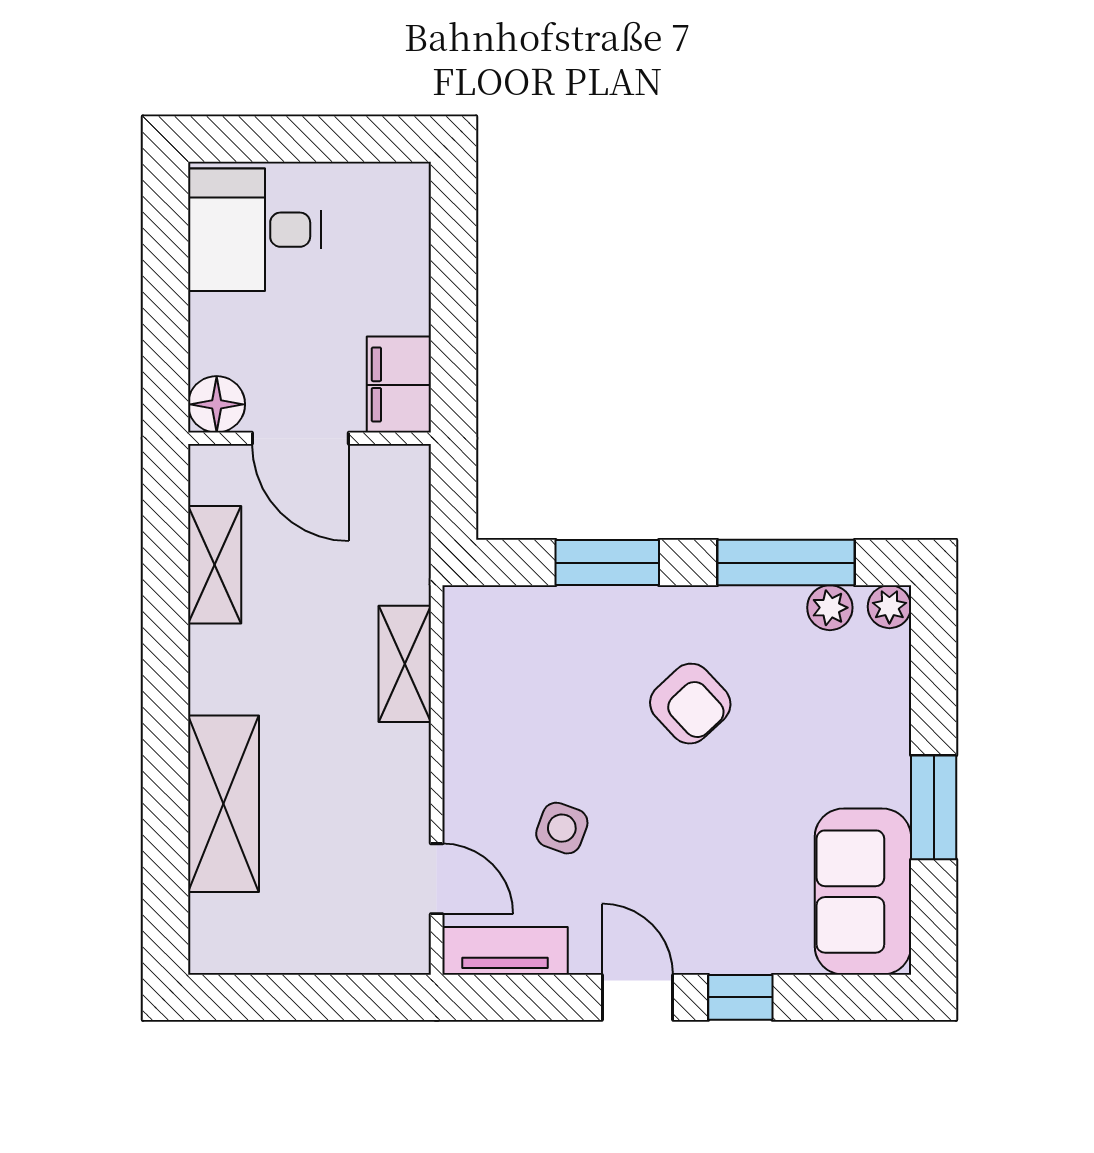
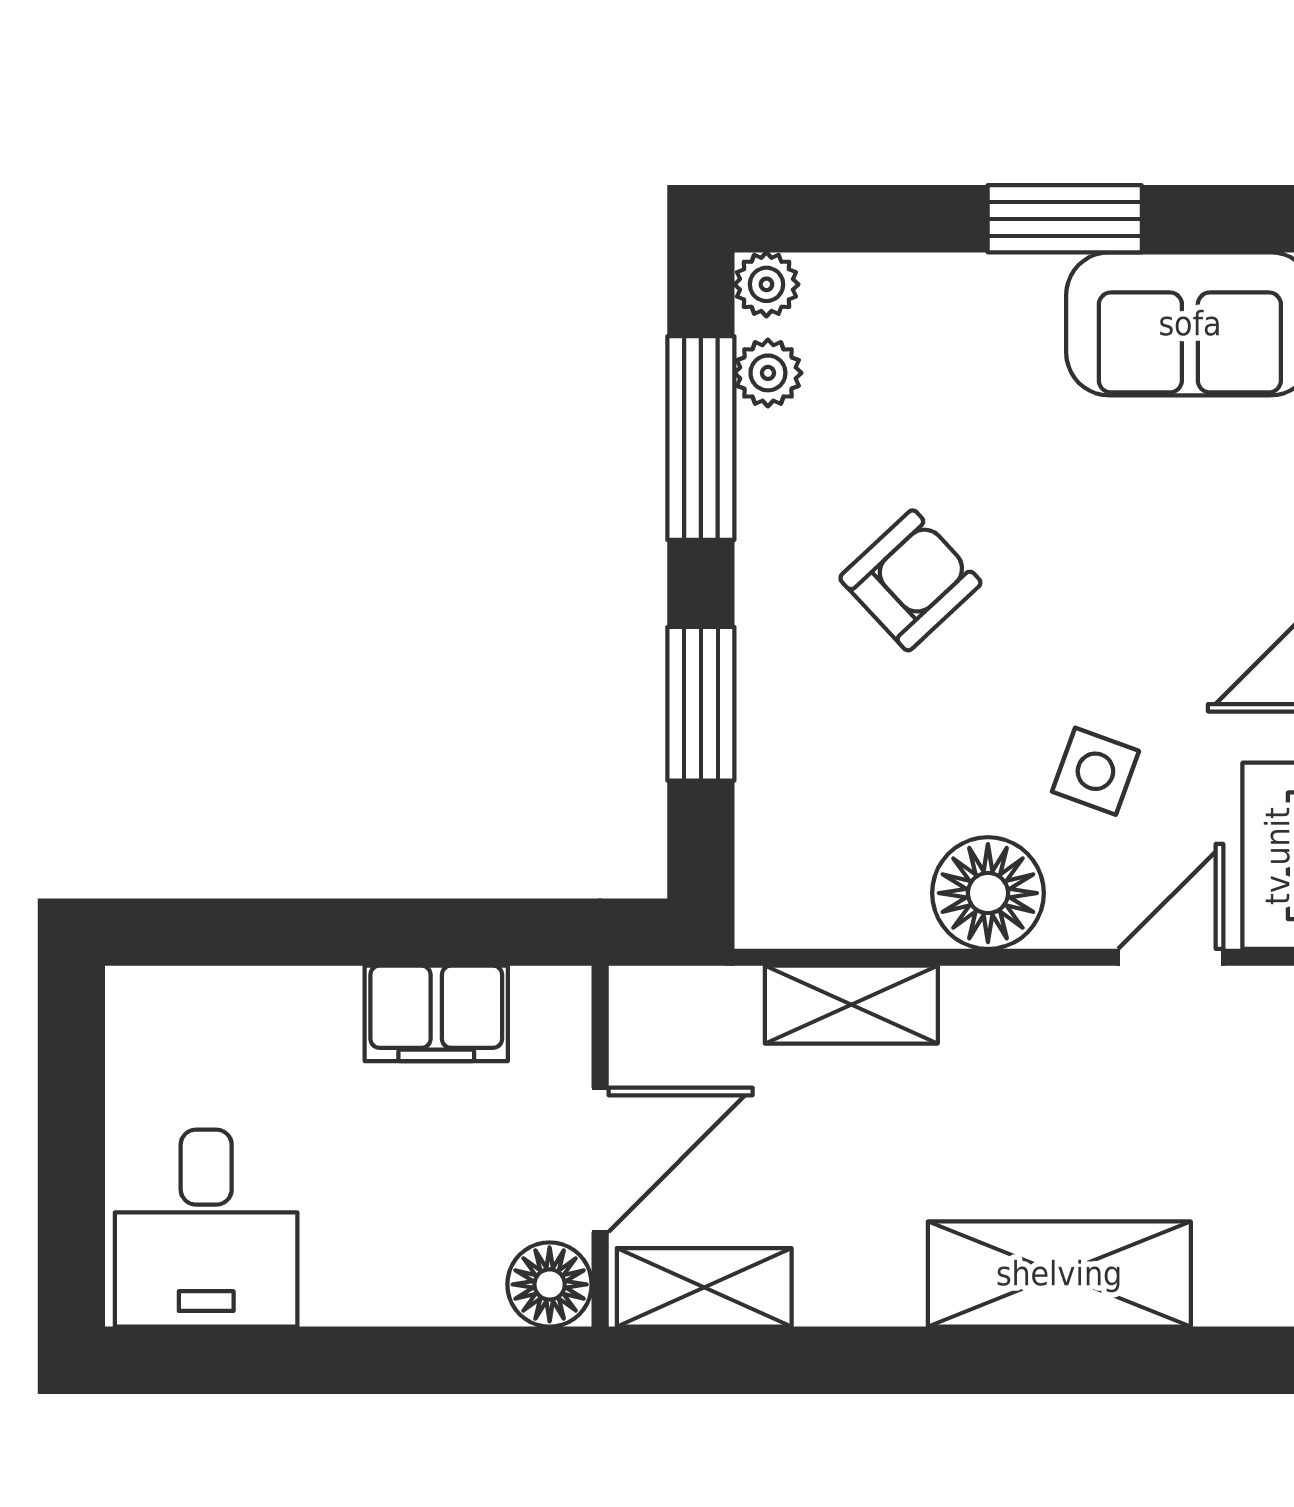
floor lamp: (217, 404) -> (550, 1284), moved
door: (300, 438) -> (600, 1160), moved
wall: (310, 438) -> (600, 1146), moved
floor lamp: (480, 756) -> (988, 893), added

